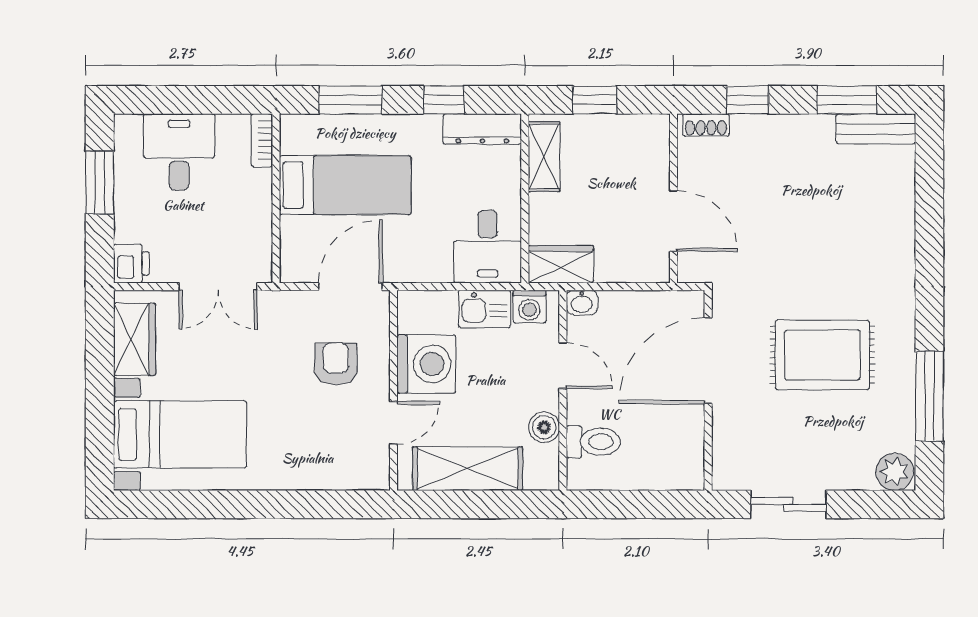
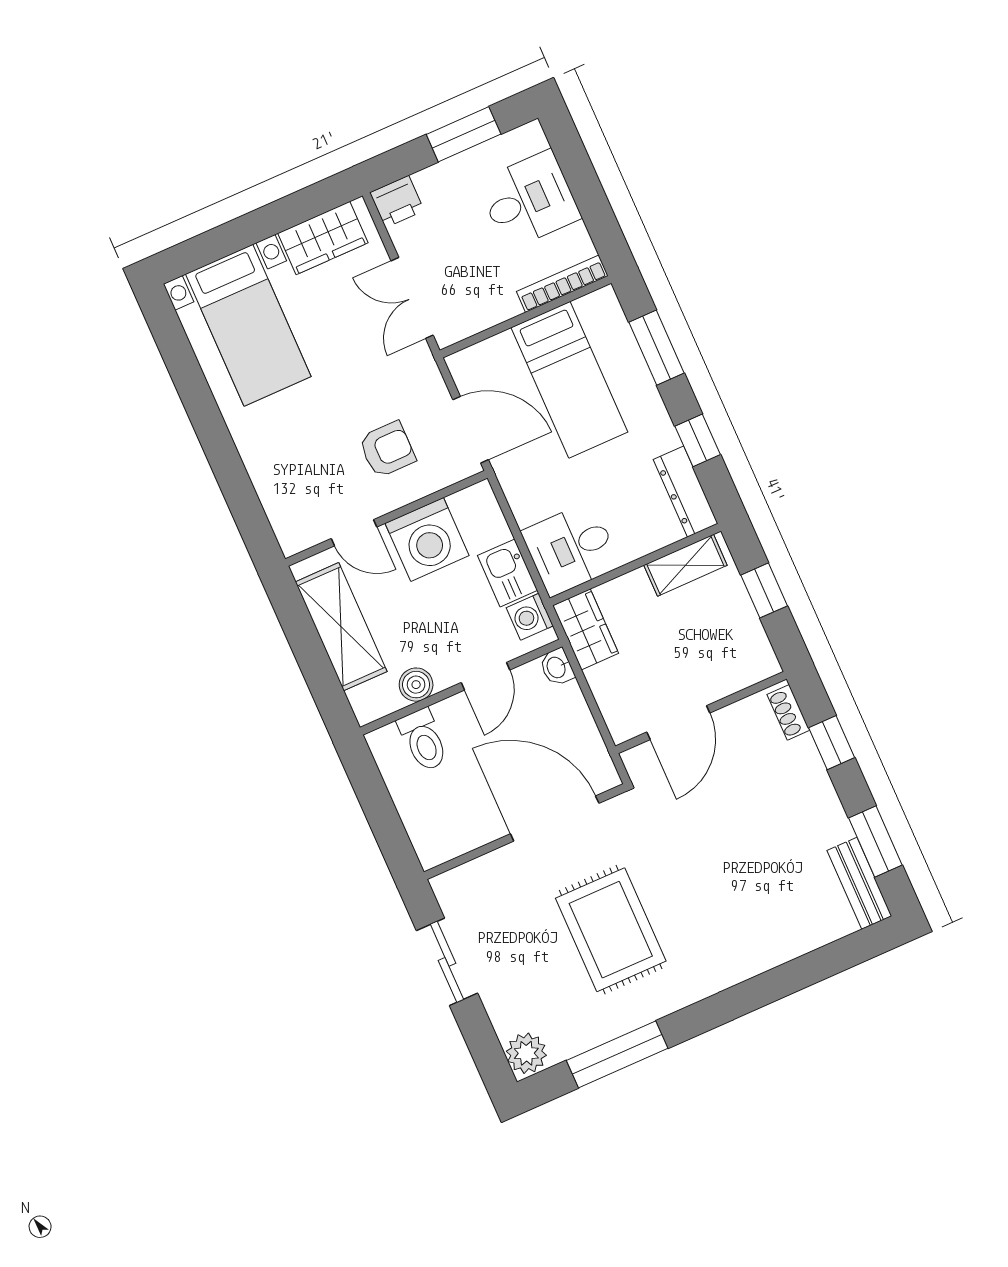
bookcase: (262, 140) -> (562, 284), width x1.56

